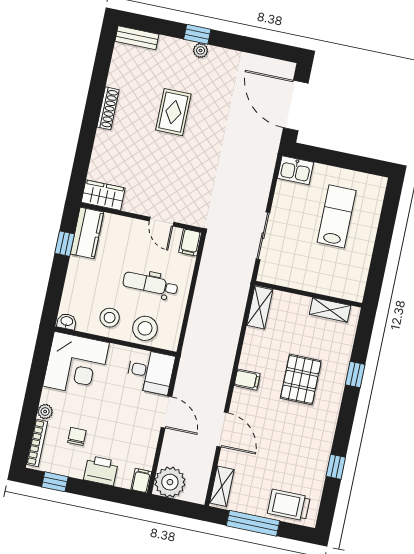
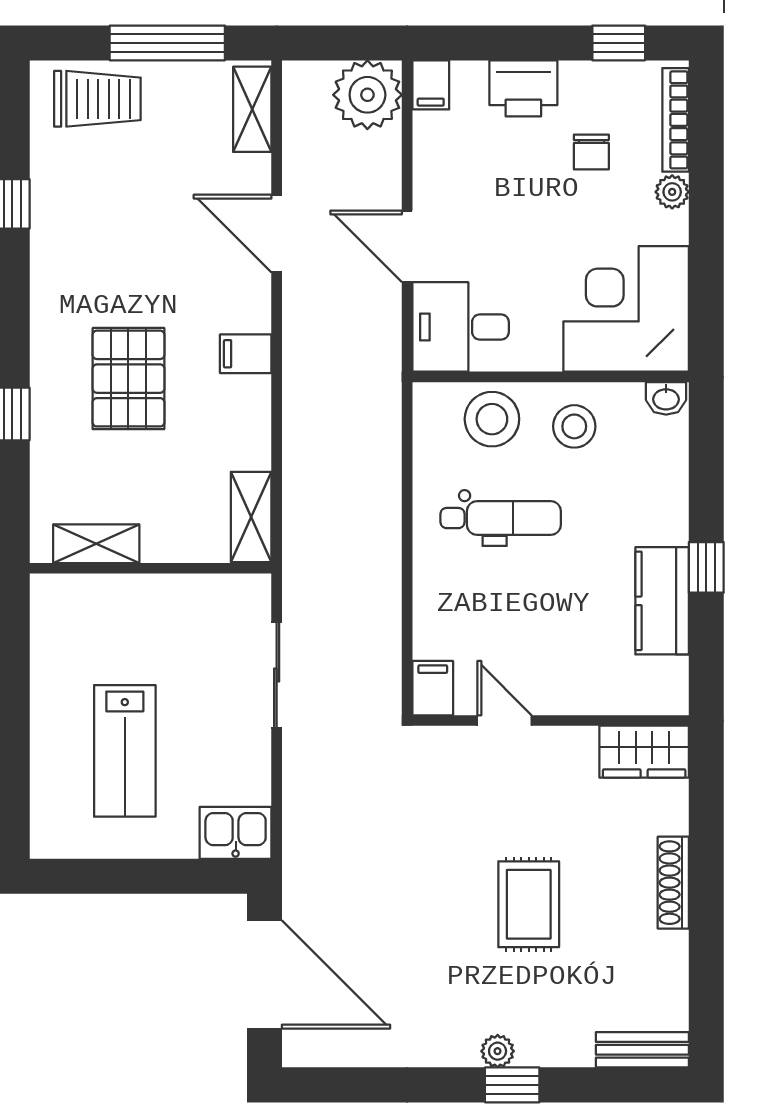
wardrobe: (103, 195) -> (644, 752), moved
wall: (141, 217) -> (551, 720), moved
door: (162, 222) -> (505, 720), moved
filing cabinet: (190, 242) -> (433, 688), moved

